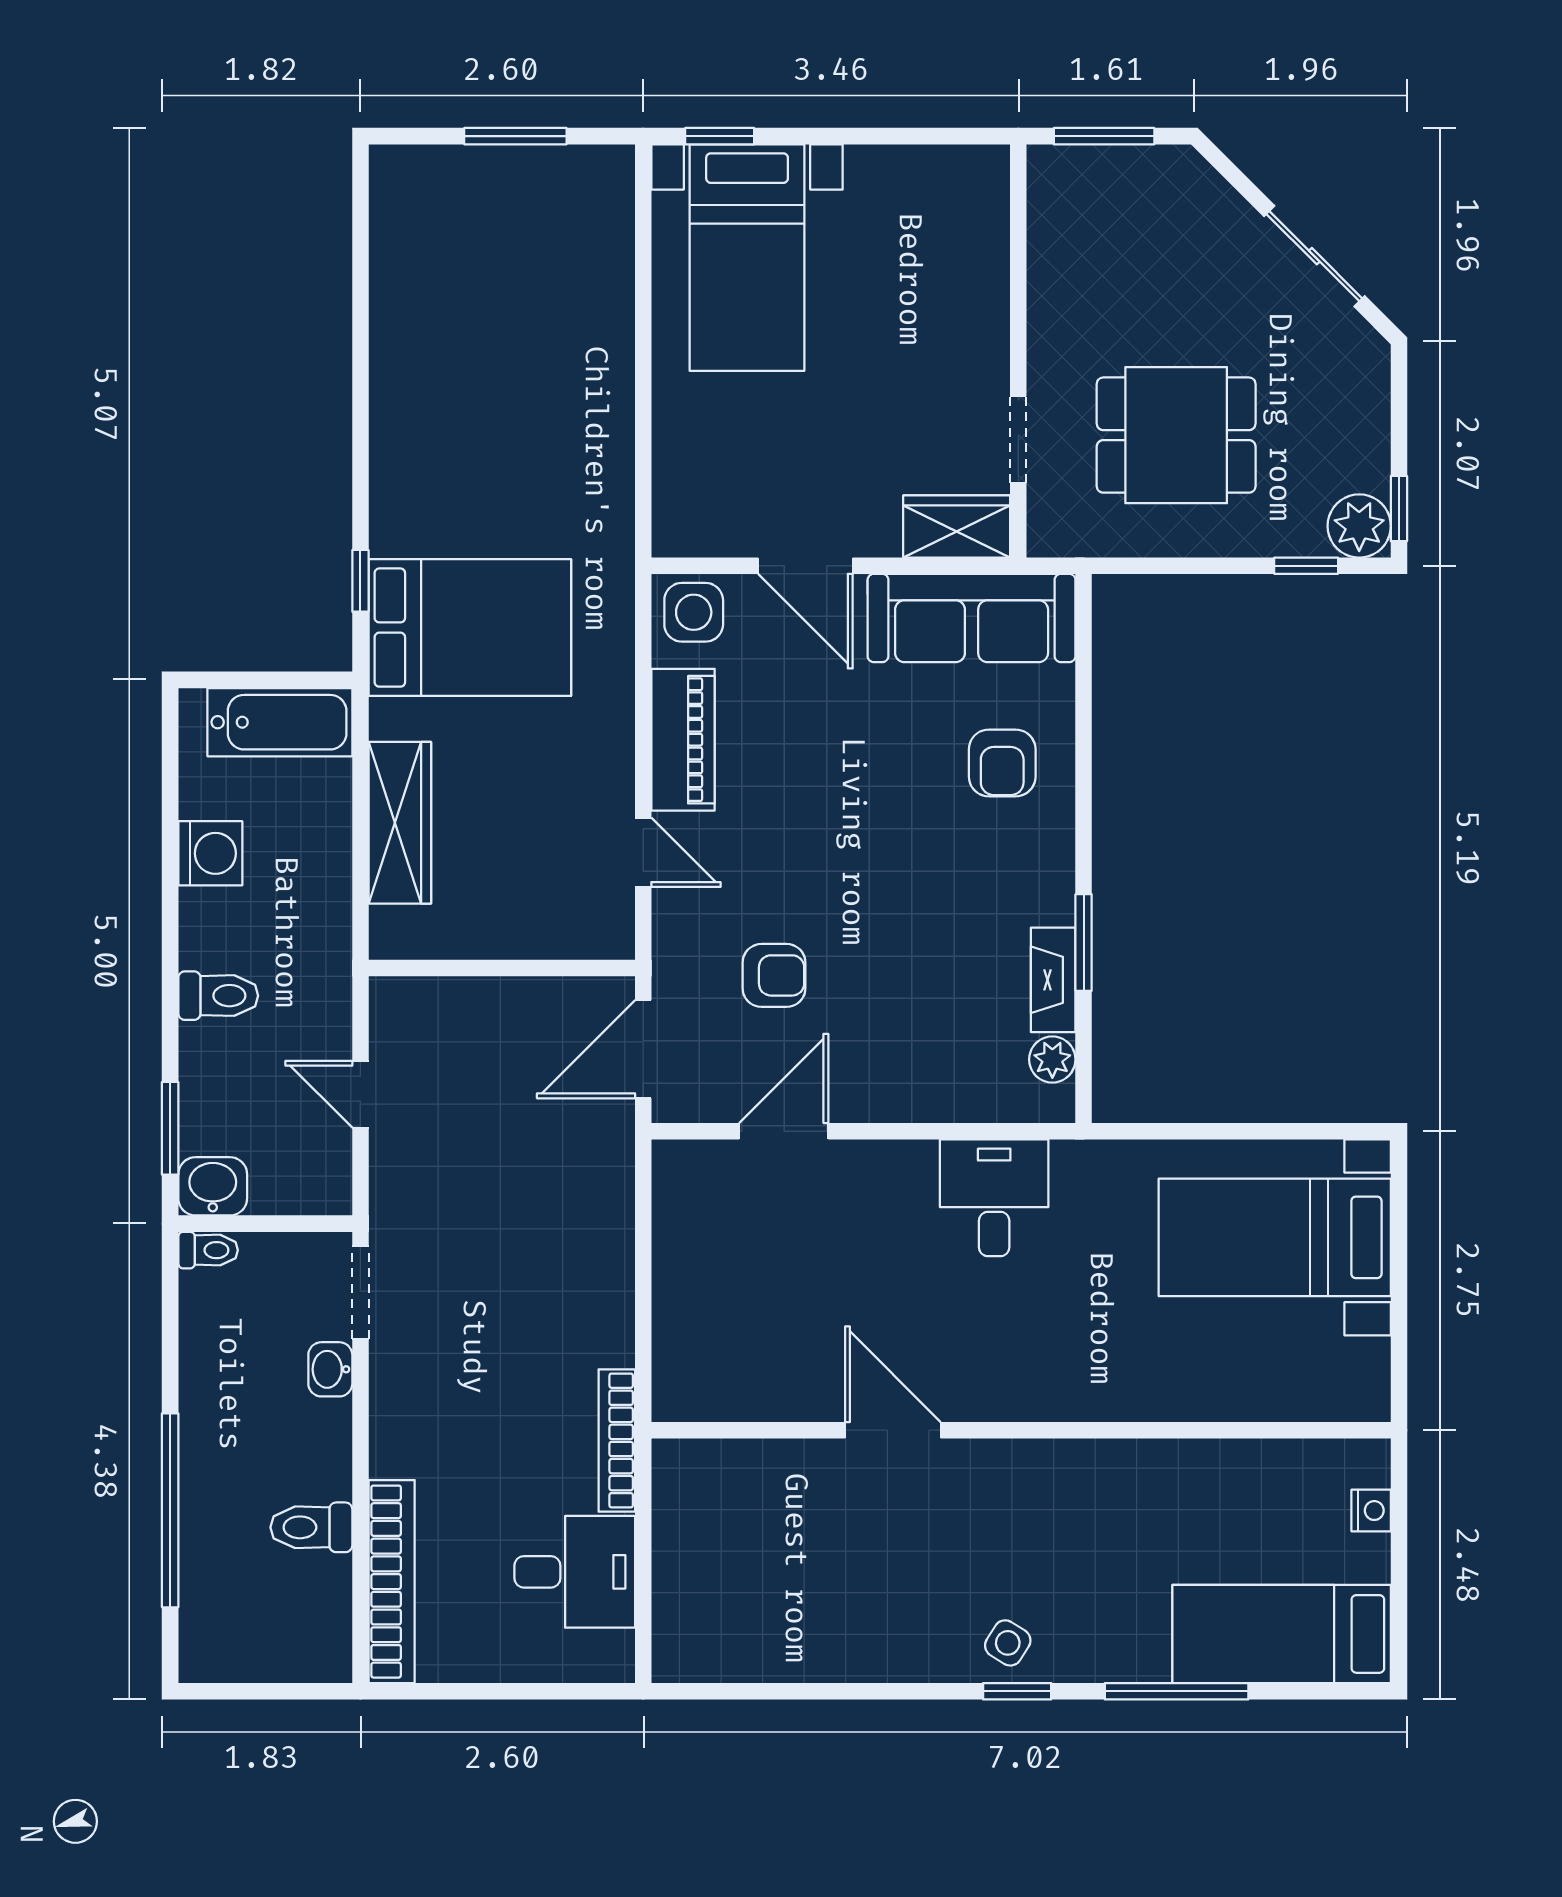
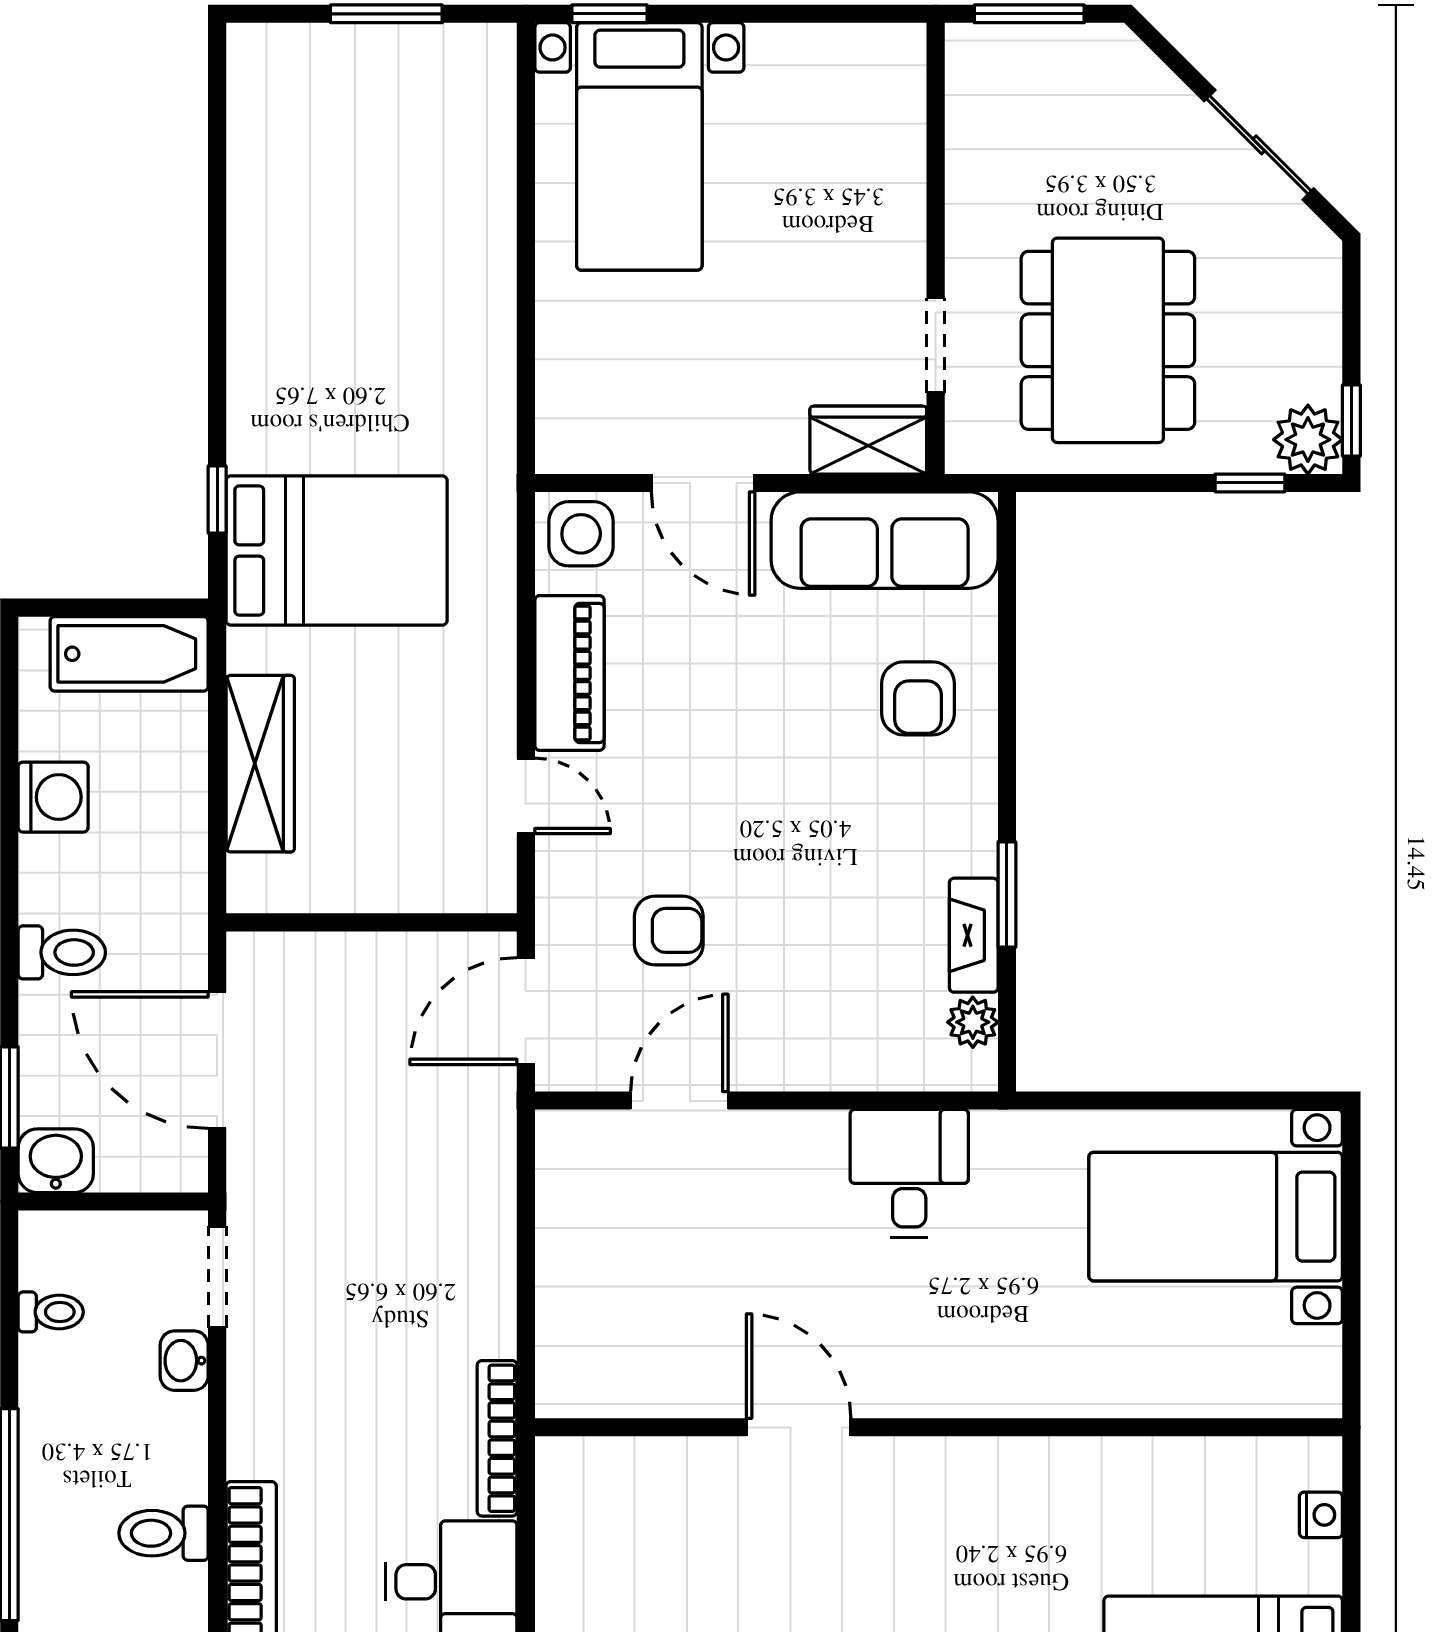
dining table: (1176, 435) -> (1108, 340), width x1.38
door: (360, 1094) -> (217, 1060), width x1.87
toilet: (208, 1250) -> (51, 1312), moved

